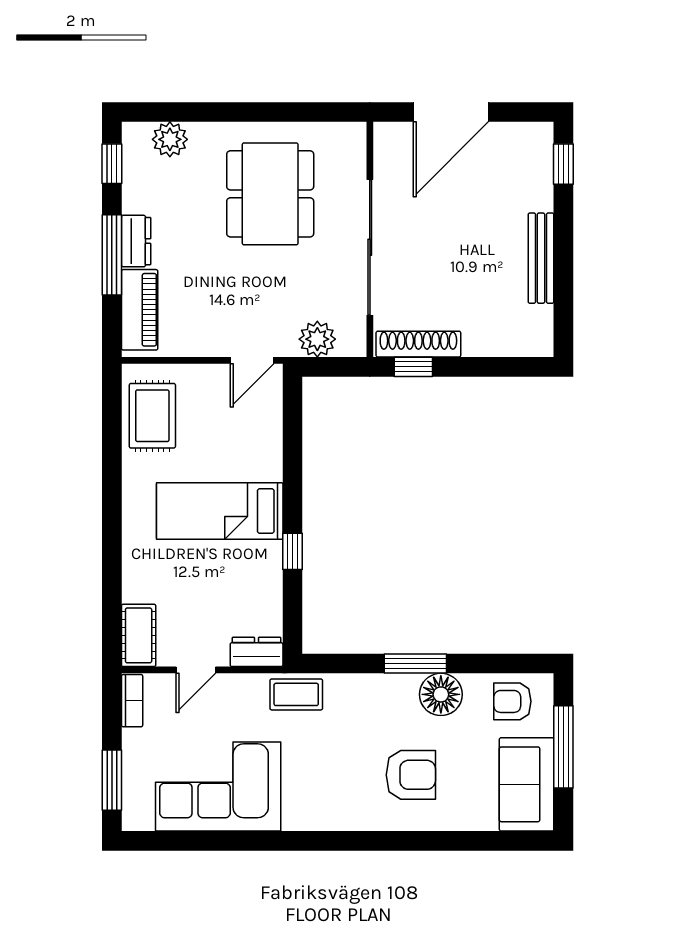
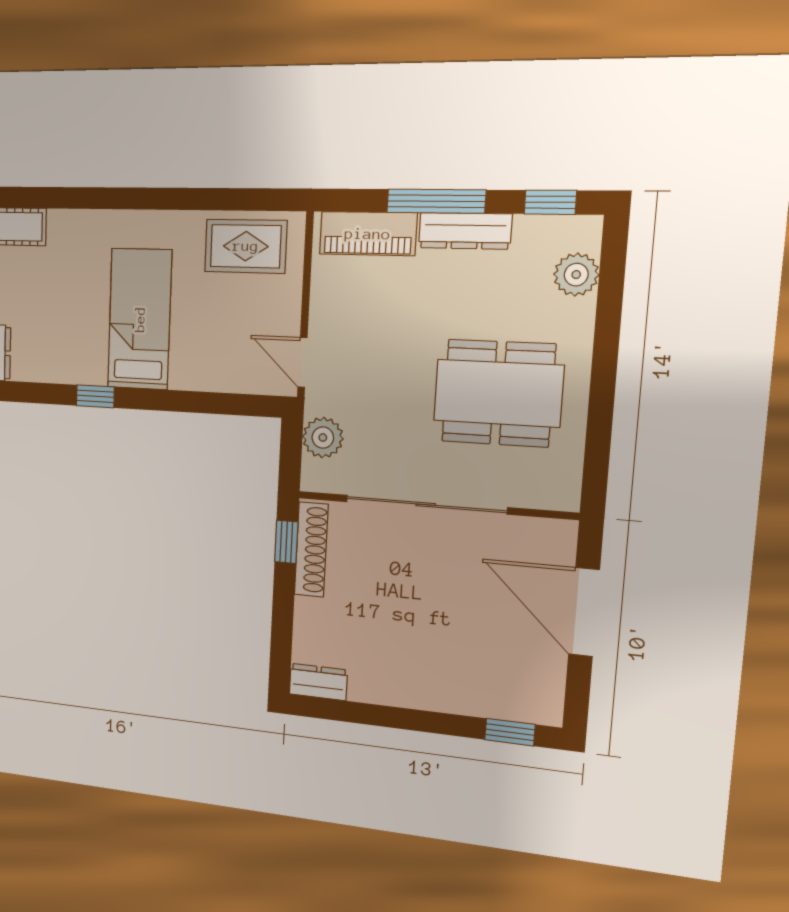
dresser: (136, 241) -> (465, 231), width x1.44
bench: (541, 258) -> (401, 694), removed
dresser: (539, 332) -> (318, 682), added

